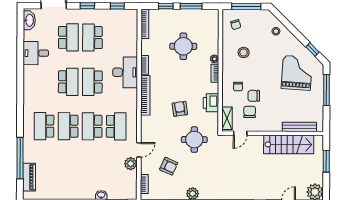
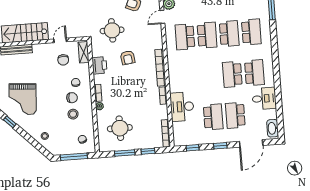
round table: (183, 46) -> (120, 128), moved
desk: (125, 72) -> (182, 107), moved
school desk: (92, 82) -> (254, 73), moved
chair: (254, 96) -> (72, 98), moved
door: (240, 133) -> (60, 40), moved

